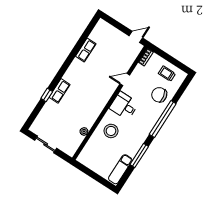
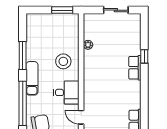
door: (125, 79) -> (81, 117), swing flipped
exam couch: (120, 169) -> (32, 78), moved
window: (86, 171) -> (62, 10), added

